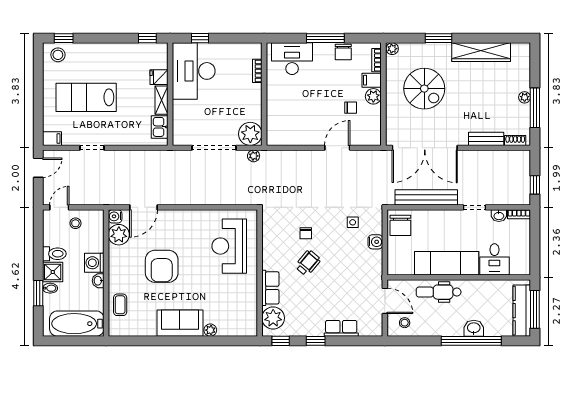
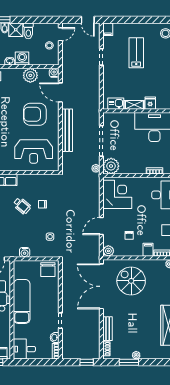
spiral stairs: (424, 89) -> (131, 281), moved, turned 90
plant: (373, 96) -> (108, 251), moved
lab bench: (86, 97) -> (136, 53), width x0.73, depth x0.72
window: (535, 108) -> (129, 362), width x0.69
corner desk: (291, 125) -> (117, 194), added
door: (337, 148) -> (101, 226), swing flipped
window: (535, 185) -> (87, 362), moved
bench: (426, 197) -> (67, 130), moved
door: (59, 207) -> (60, 34), hinge flipped
chair: (400, 225) -> (48, 270), turned -90
plant: (119, 235) -> (30, 75), moved
water cooler: (375, 242) -> (25, 252), moved
reception desk: (229, 246) -> (34, 152), turned 180
desk: (494, 259) -> (24, 349), moved
armchair: (162, 266) -> (35, 114), moved

